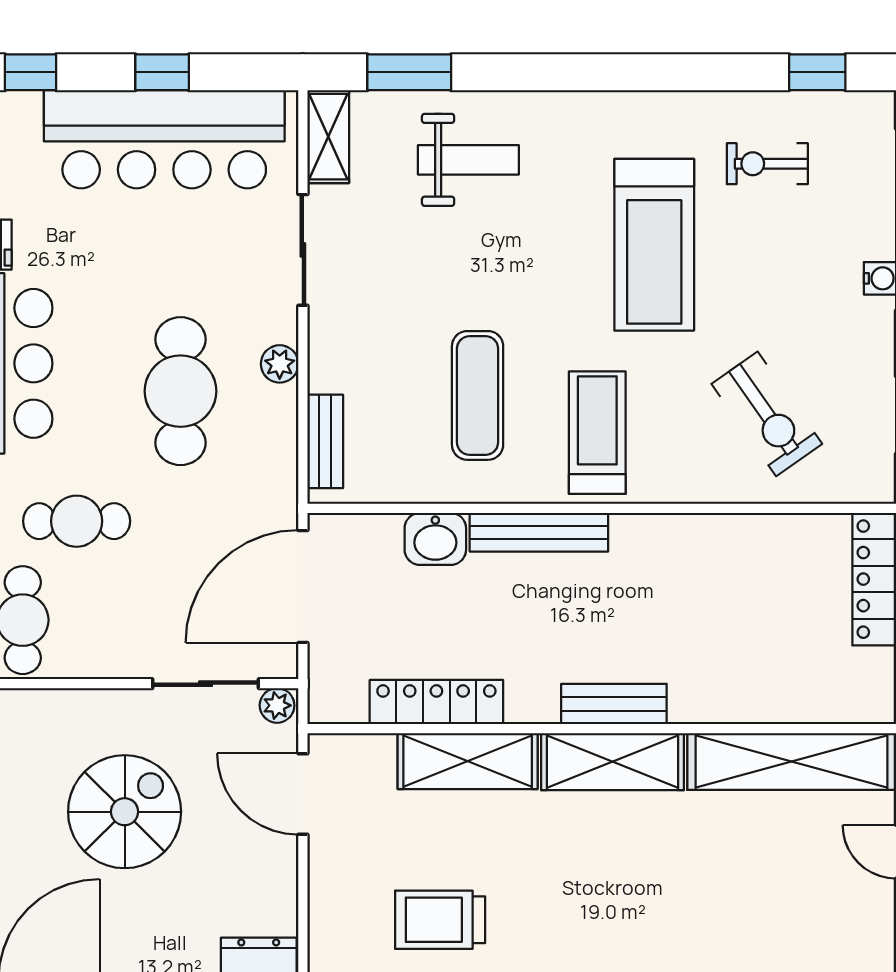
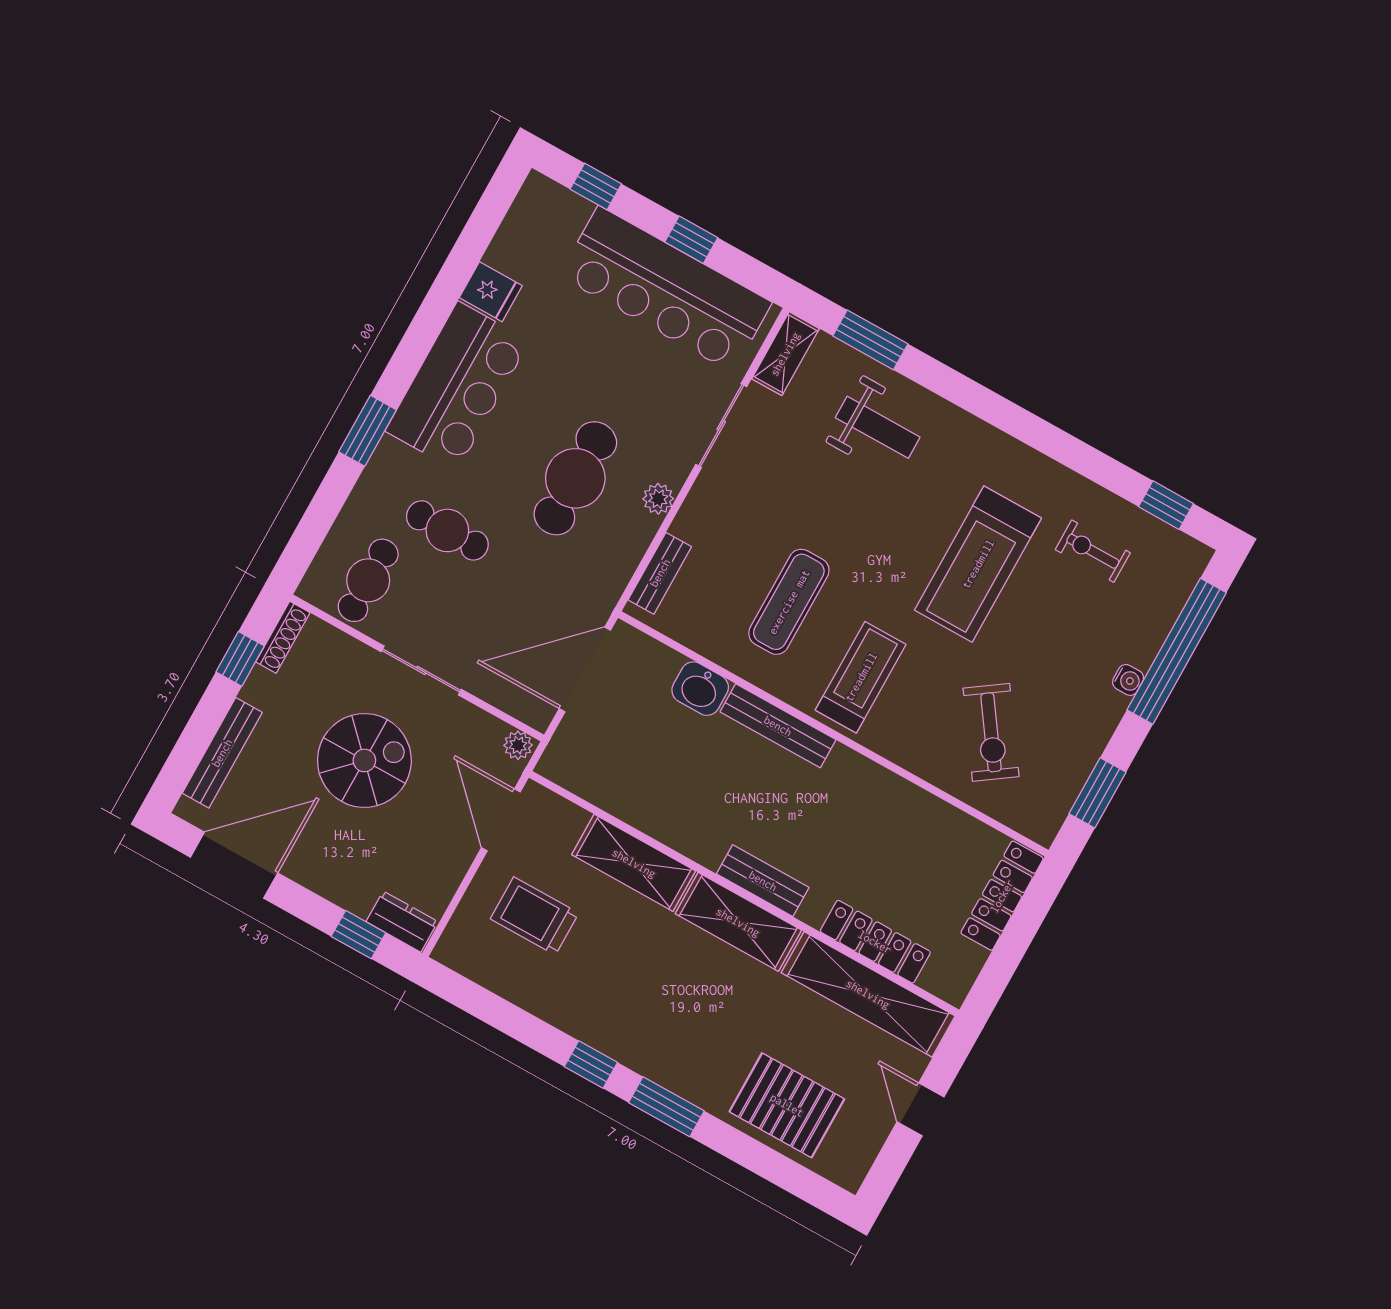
sliding door: (206, 684) -> (421, 670), moved
locker: (436, 702) -> (875, 942), moved
trolley: (440, 920) -> (534, 916), moved
pallet: (771, 926) -> (787, 1105), added

